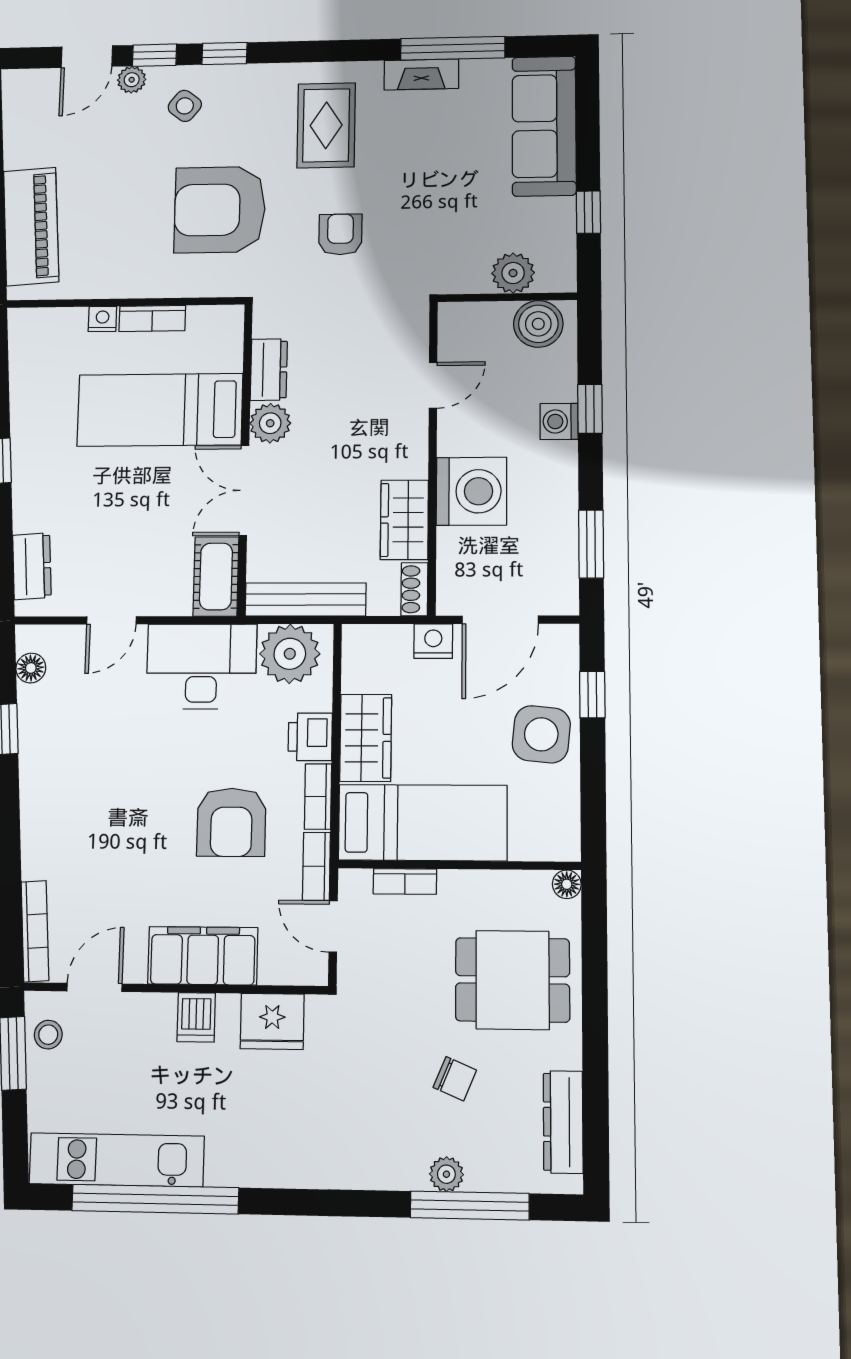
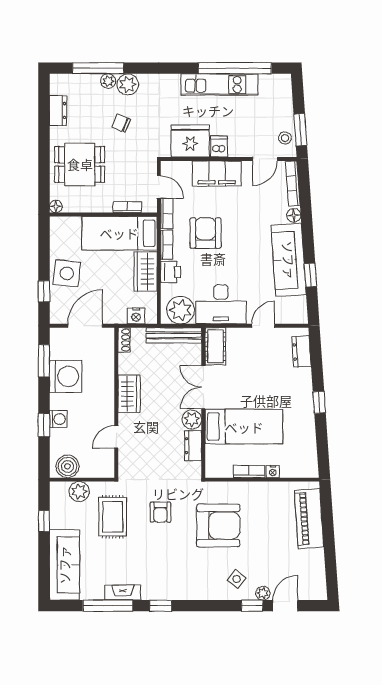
window: (224, 54) -> (161, 606), moved
rug: (326, 125) -> (113, 517), moved
double door: (244, 490) -> (203, 387), swing flipped
washing machine: (471, 491) -> (66, 376), moved, turned 180
wardrobe: (404, 520) -> (129, 394), moved
nightstand: (433, 641) -> (136, 316), moved
floor lamp: (31, 668) -> (294, 215), moved
sofa: (51, 762) -> (289, 260), added
fridge: (272, 1021) -> (190, 141), width x1.36, depth x1.34
chair: (455, 1079) -> (121, 123), moved
dresser: (563, 1122) -> (58, 111), width x0.70
kitchen unit: (117, 1160) -> (219, 85), moved
plant: (401, 1166) -> (128, 84), added

